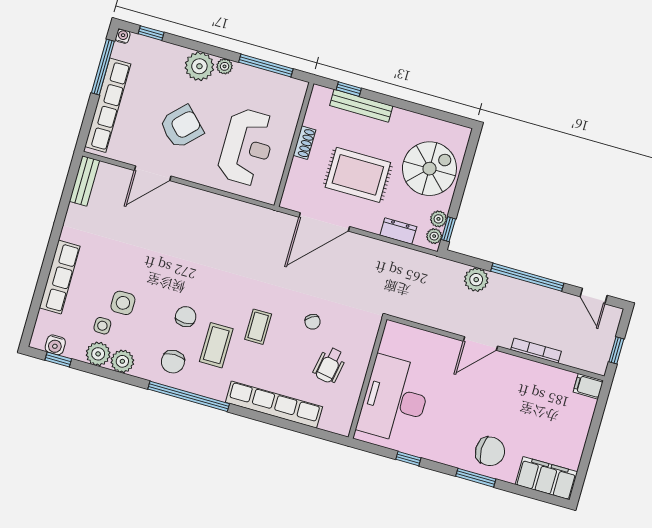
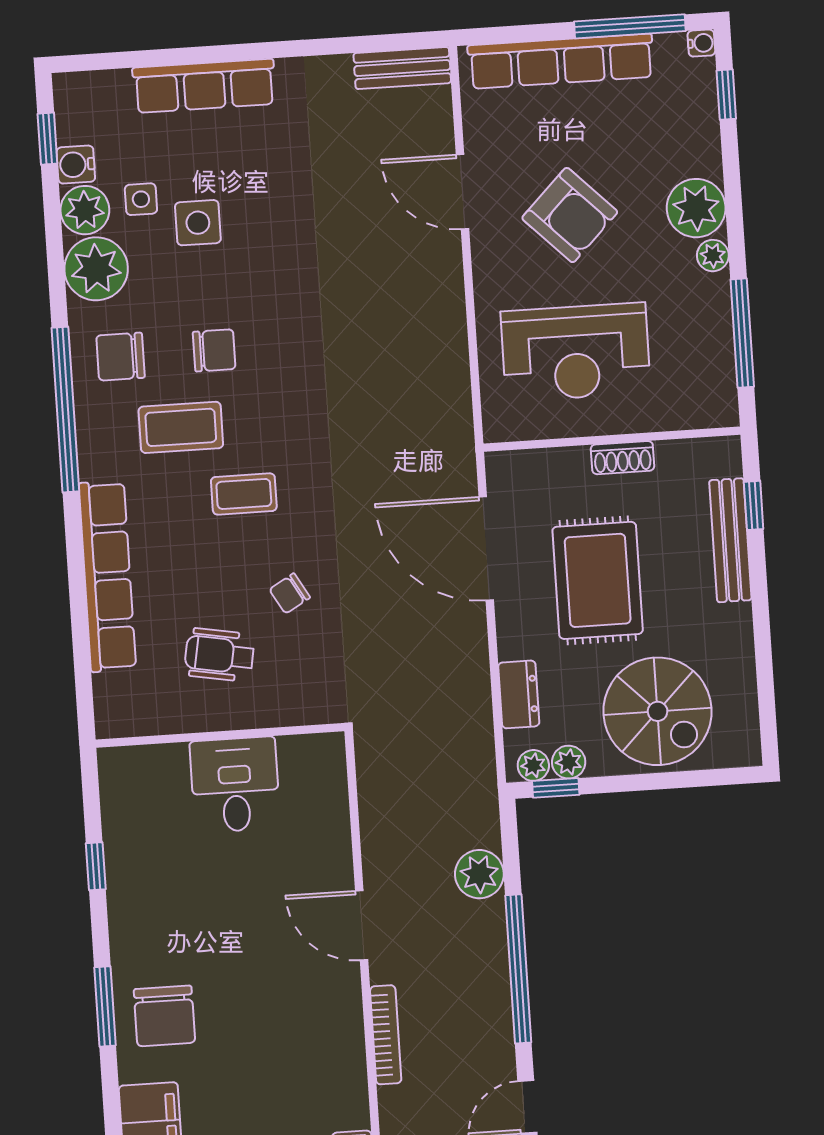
water cooler: (55, 345) -> (76, 165), moved
plant: (122, 361) -> (96, 269), width x1.36, depth x1.36
desk: (395, 399) -> (235, 785), width x0.53, depth x0.77

